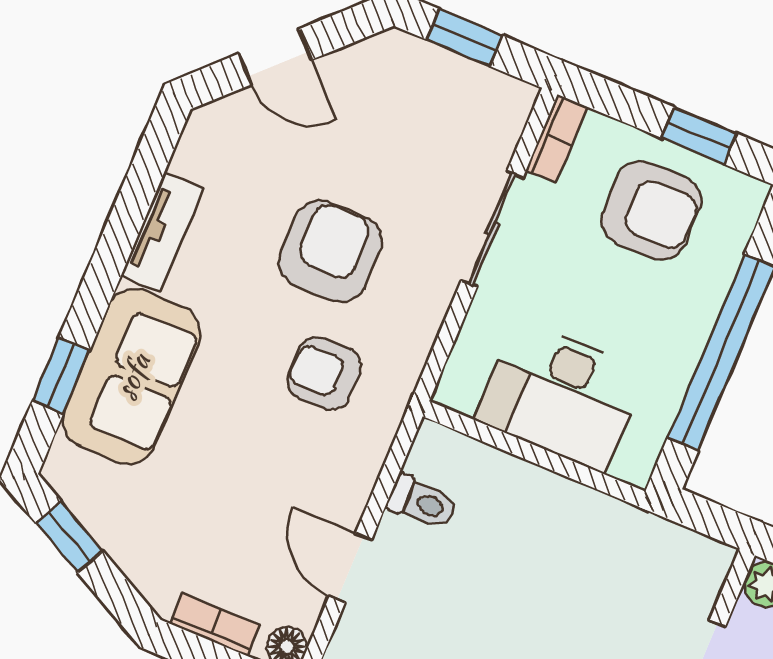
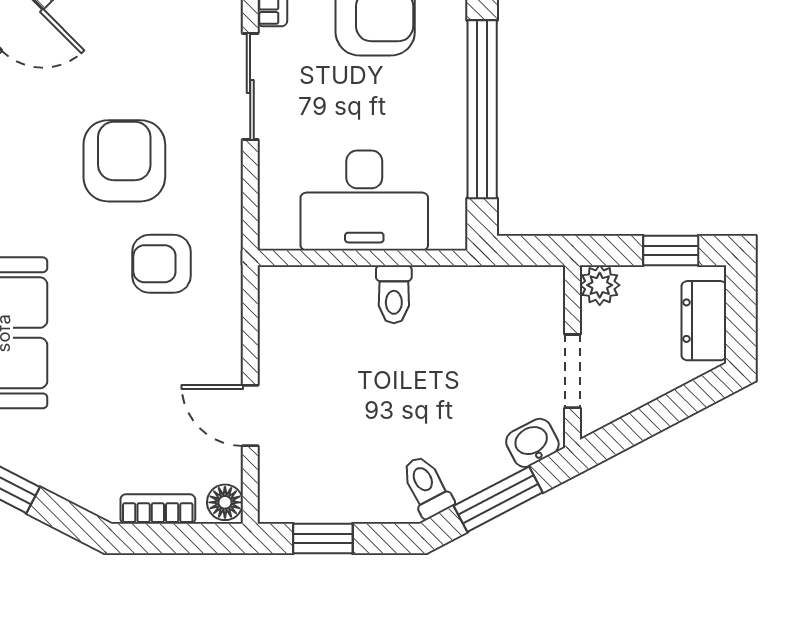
toilet: (422, 502) -> (394, 294), moved, turned 90

